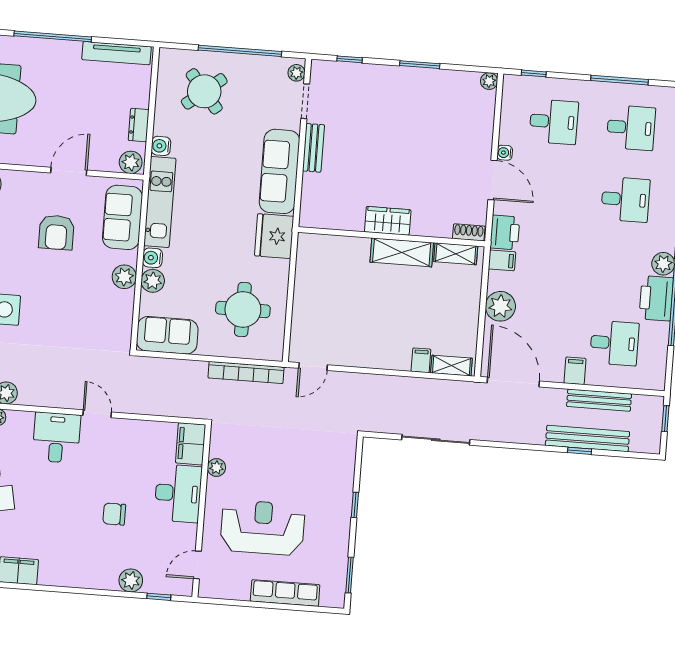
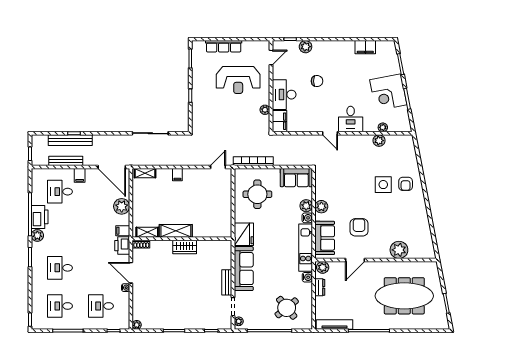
filing cabinet: (421, 360) -> (177, 175), moved

